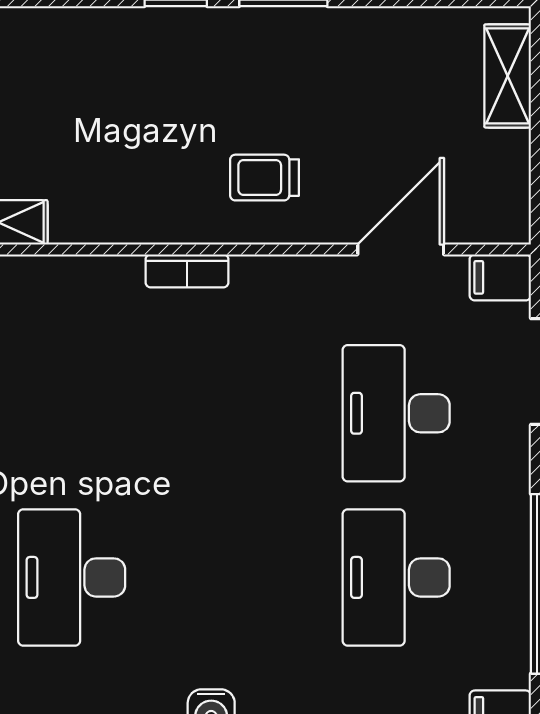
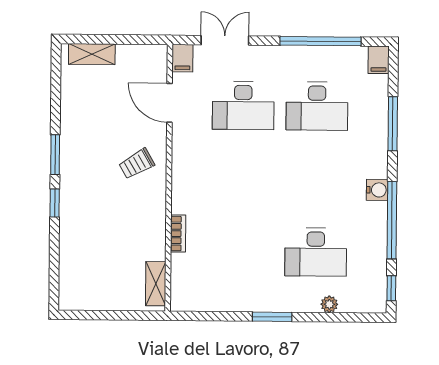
trolley: (264, 178) -> (137, 164), turned 60
bookcase: (187, 271) -> (178, 234), moved

